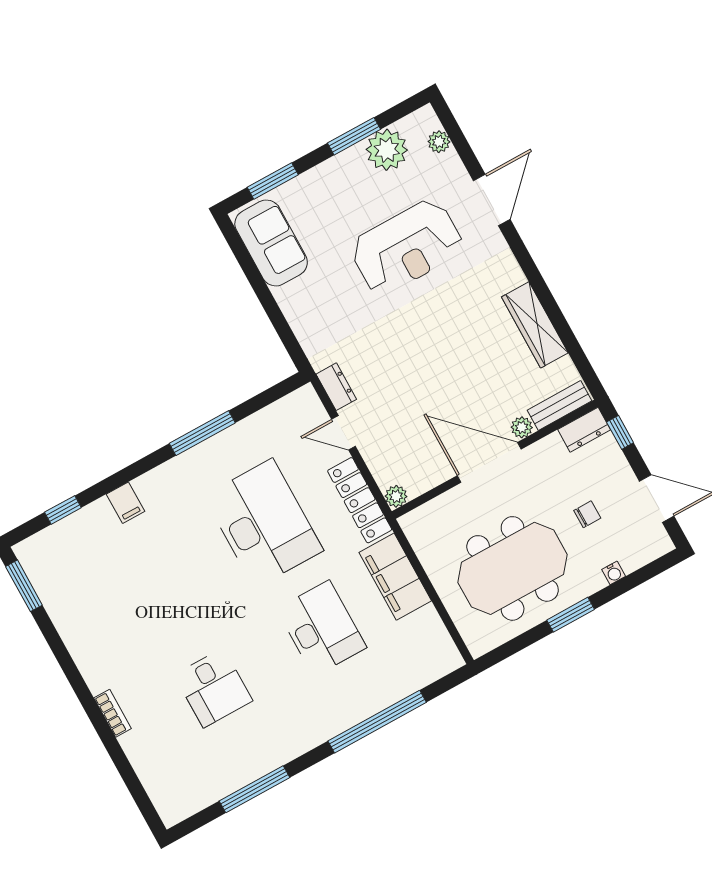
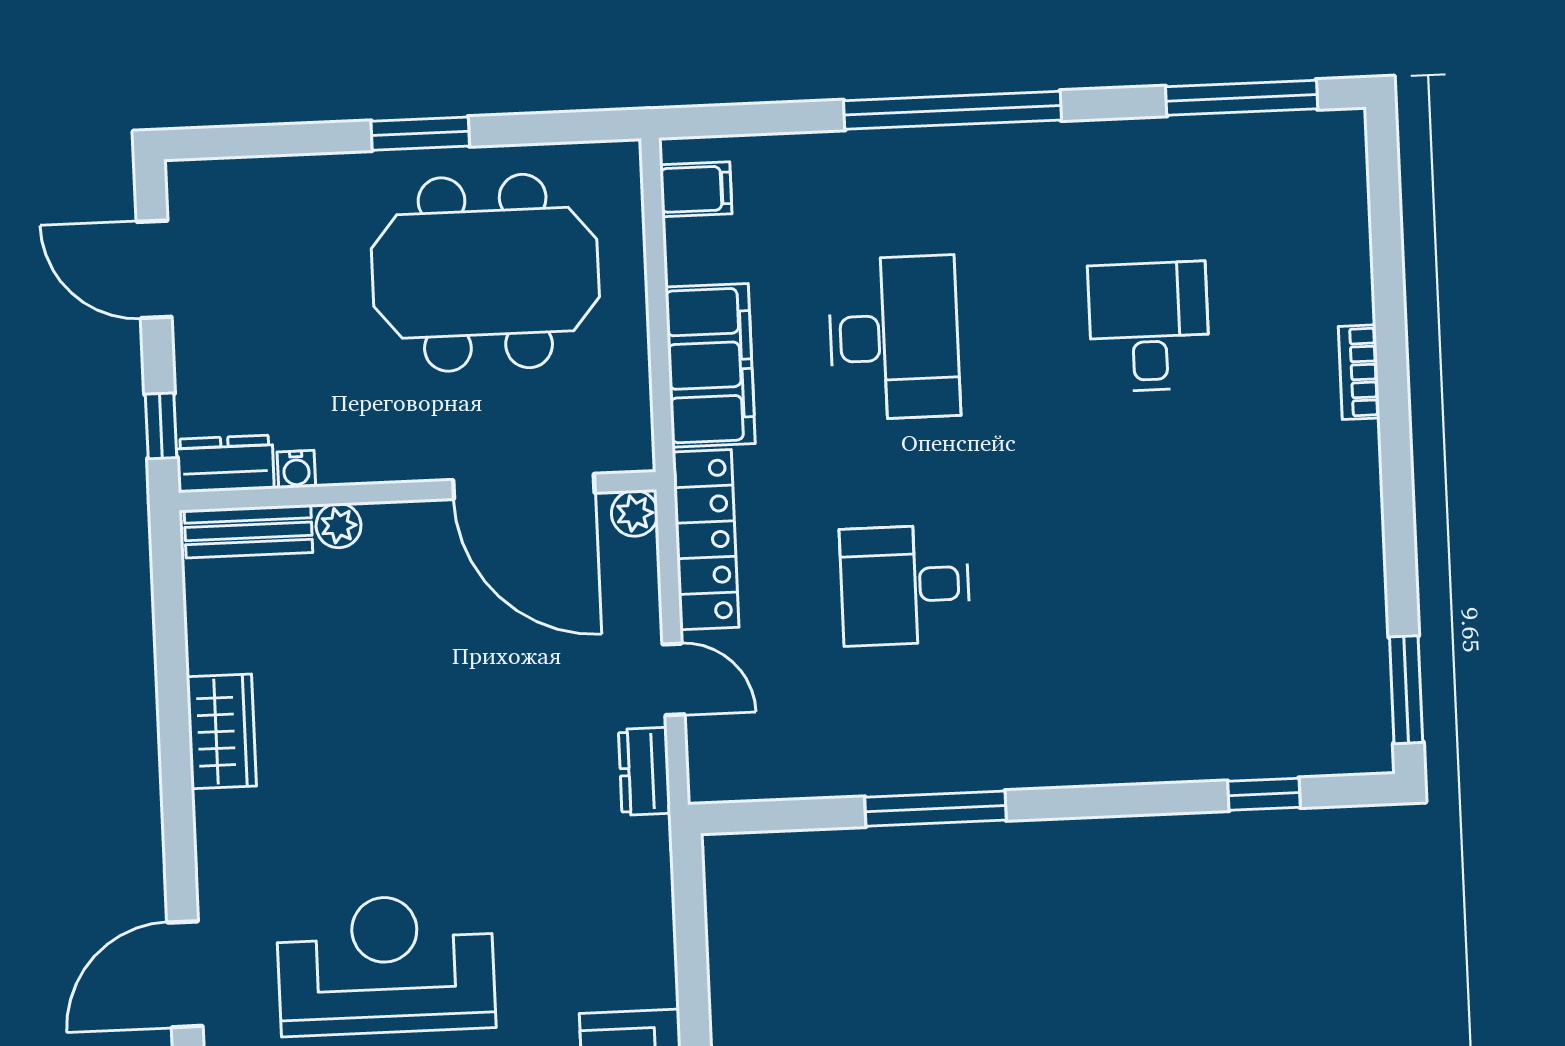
wardrobe: (535, 325) -> (221, 731), width x0.67
door: (489, 462) -> (524, 486), moved
filing cabinet: (126, 503) -> (696, 189), moved, turned 90
chair: (587, 514) -> (297, 304), removed
desk: (263, 523) -> (905, 585), width x0.53, depth x0.77
water cooler: (614, 573) -> (296, 469), moved, turned 180
desk: (321, 628) -> (894, 338), turned 180
window: (377, 722) -> (952, 110), moved
window: (255, 789) -> (1242, 98), moved

